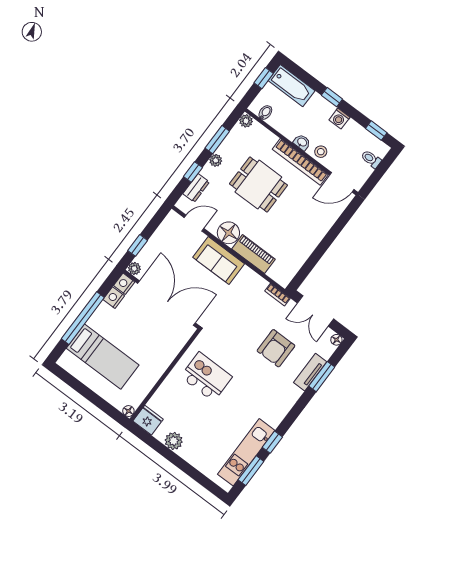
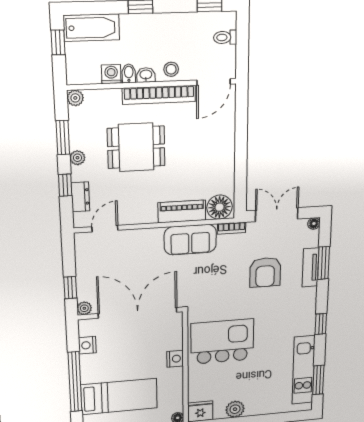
bidet: (265, 113) -> (129, 73), moved
washing machine: (339, 119) -> (111, 74), moved, turned 180
floor lamp: (228, 233) -> (220, 207), moved
sofa: (219, 261) -> (190, 240), moved
nightstand: (124, 284) -> (175, 359), moved, turned 180
double door: (315, 311) -> (277, 215), swing flipped
kitchen island: (206, 377) -> (222, 342), width x1.37, depth x1.28
window: (272, 442) -> (321, 324), moved

